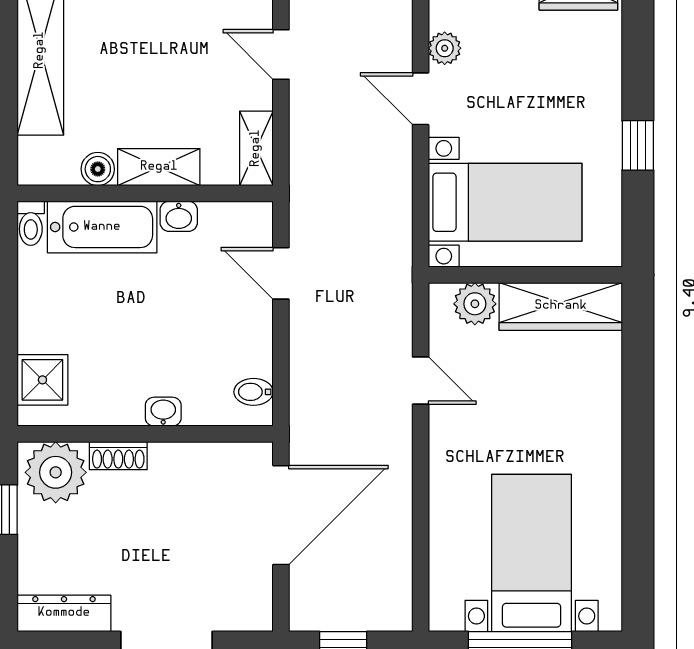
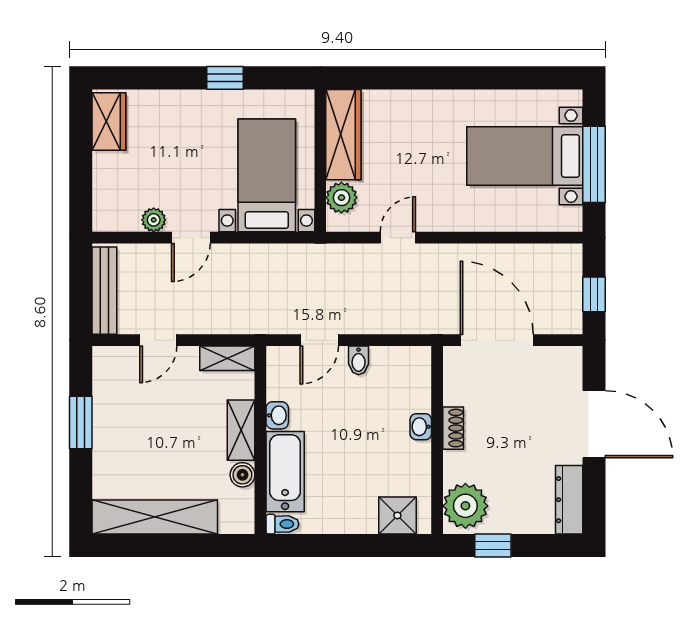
bidet: (254, 392) -> (359, 360), moved
shoe rack: (118, 456) -> (453, 428), moved

